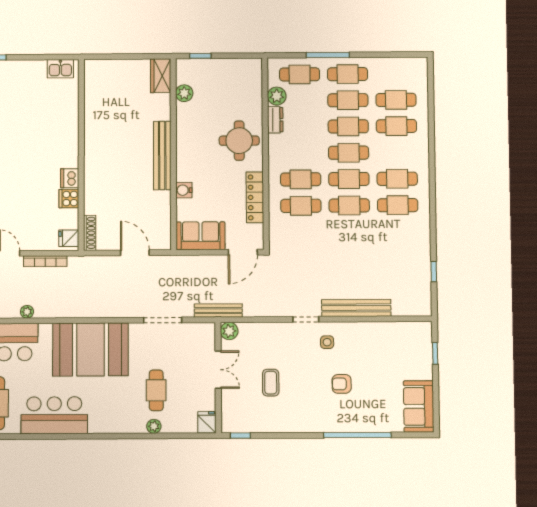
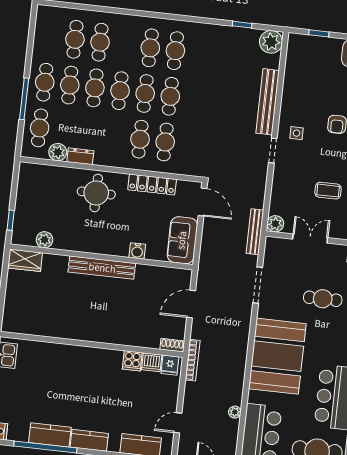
dishwasher: (70, 178) -> (152, 362), moved
shoe rack: (90, 233) -> (172, 345), width x0.70
bookcase: (45, 261) -> (193, 360), moved
plant: (420, 304) -> (271, 42), added

